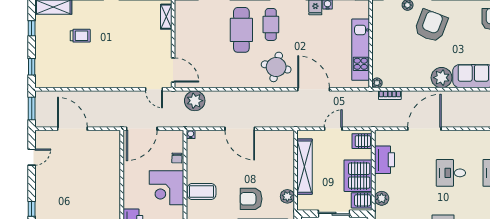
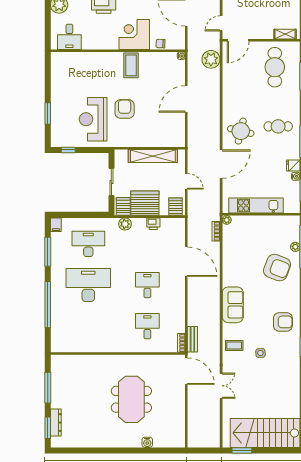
cafe table: (241, 30) -> (275, 67), moved, turned 90
plant: (442, 78) -> (231, 277), removed
printer: (385, 160) -> (153, 224), width x0.53, depth x0.68
plant: (287, 196) -> (127, 141), removed

